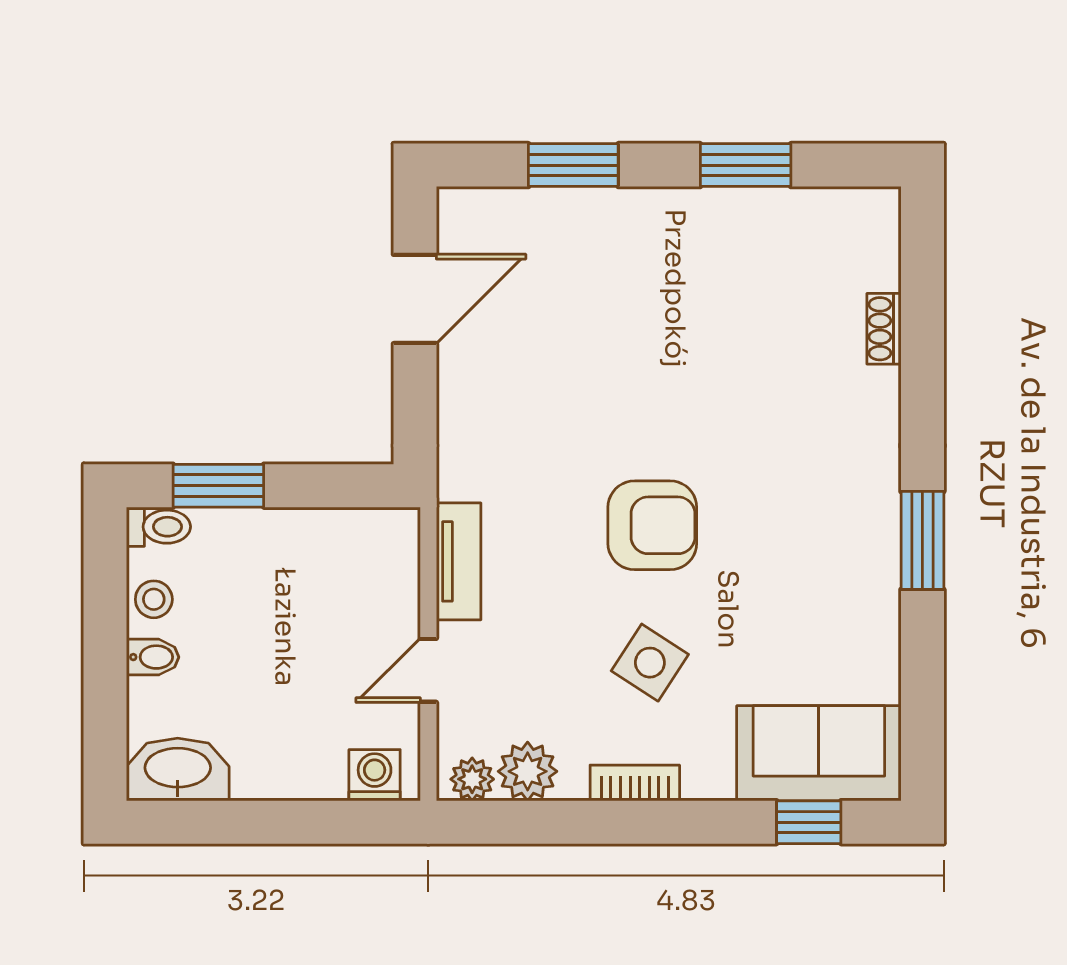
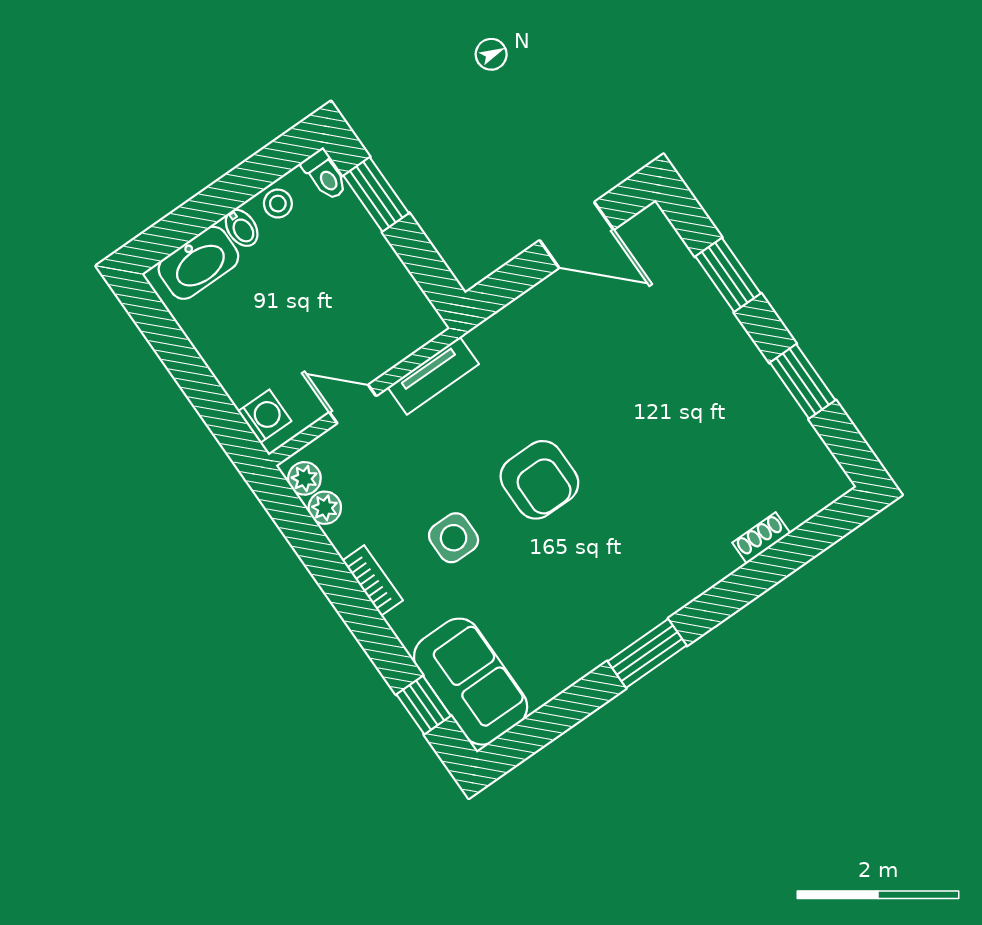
side table: (650, 663) -> (454, 538), turned -33
washbasin: (178, 769) -> (198, 263), moved, turned 90
plant: (528, 771) -> (325, 508), width x0.73, depth x0.73

